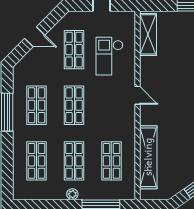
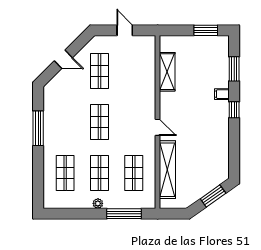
shelving: (148, 34) -> (167, 72), moved
checkout: (109, 56) -> (132, 77), removed
door: (137, 95) -> (158, 127), moved
shop shelf: (37, 105) -> (65, 122), removed

